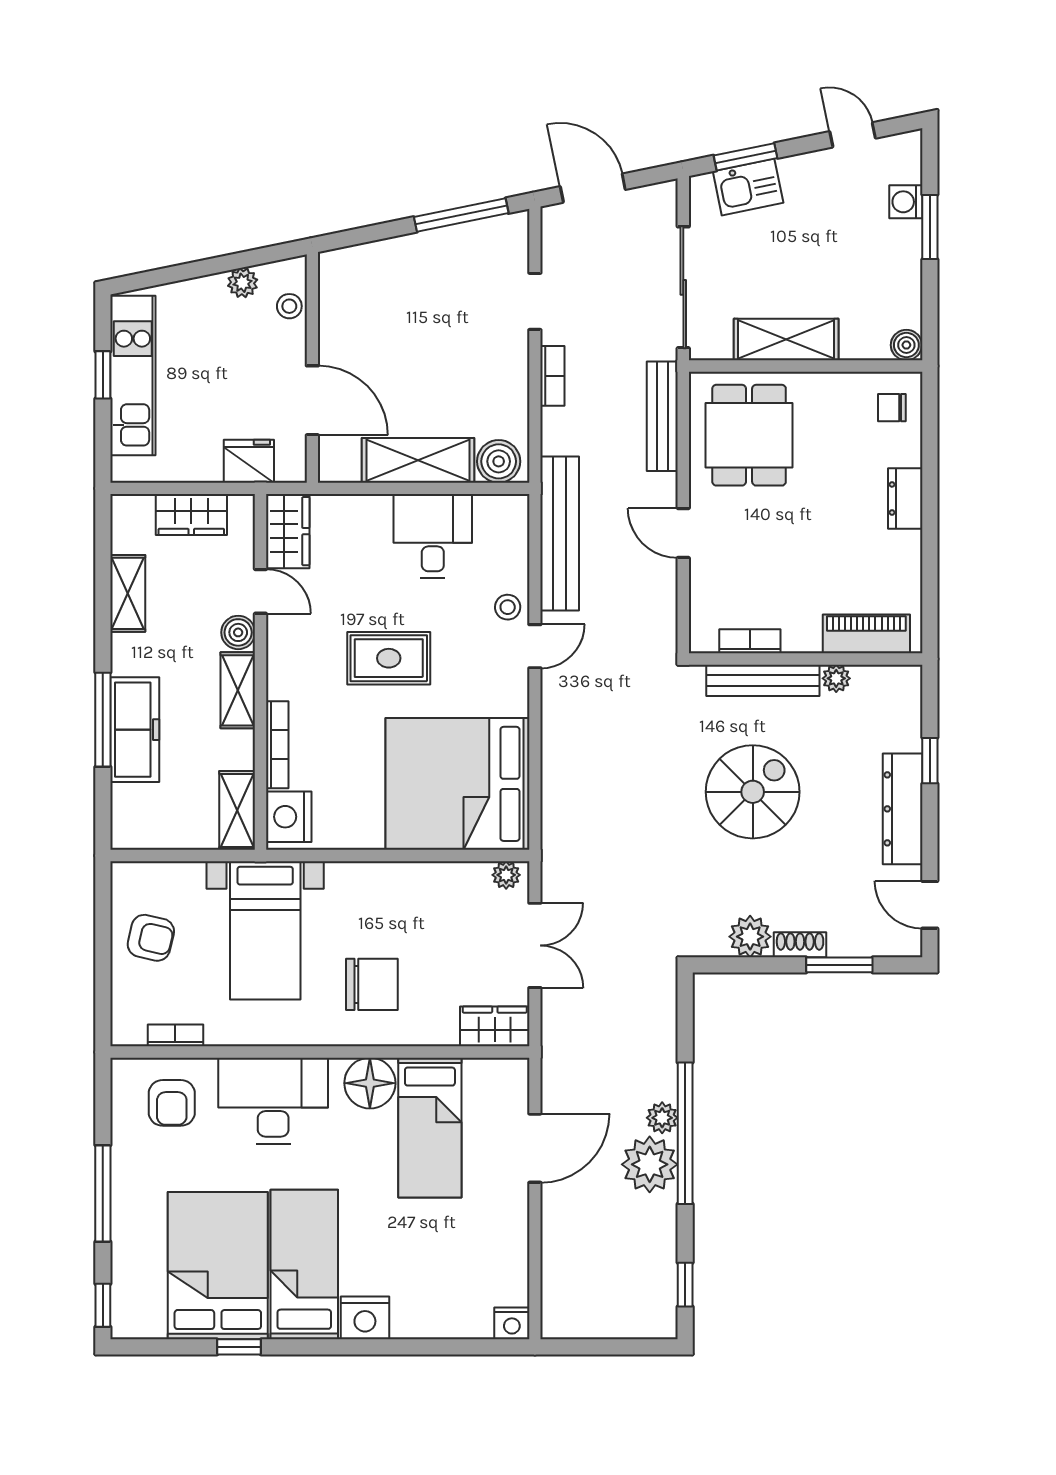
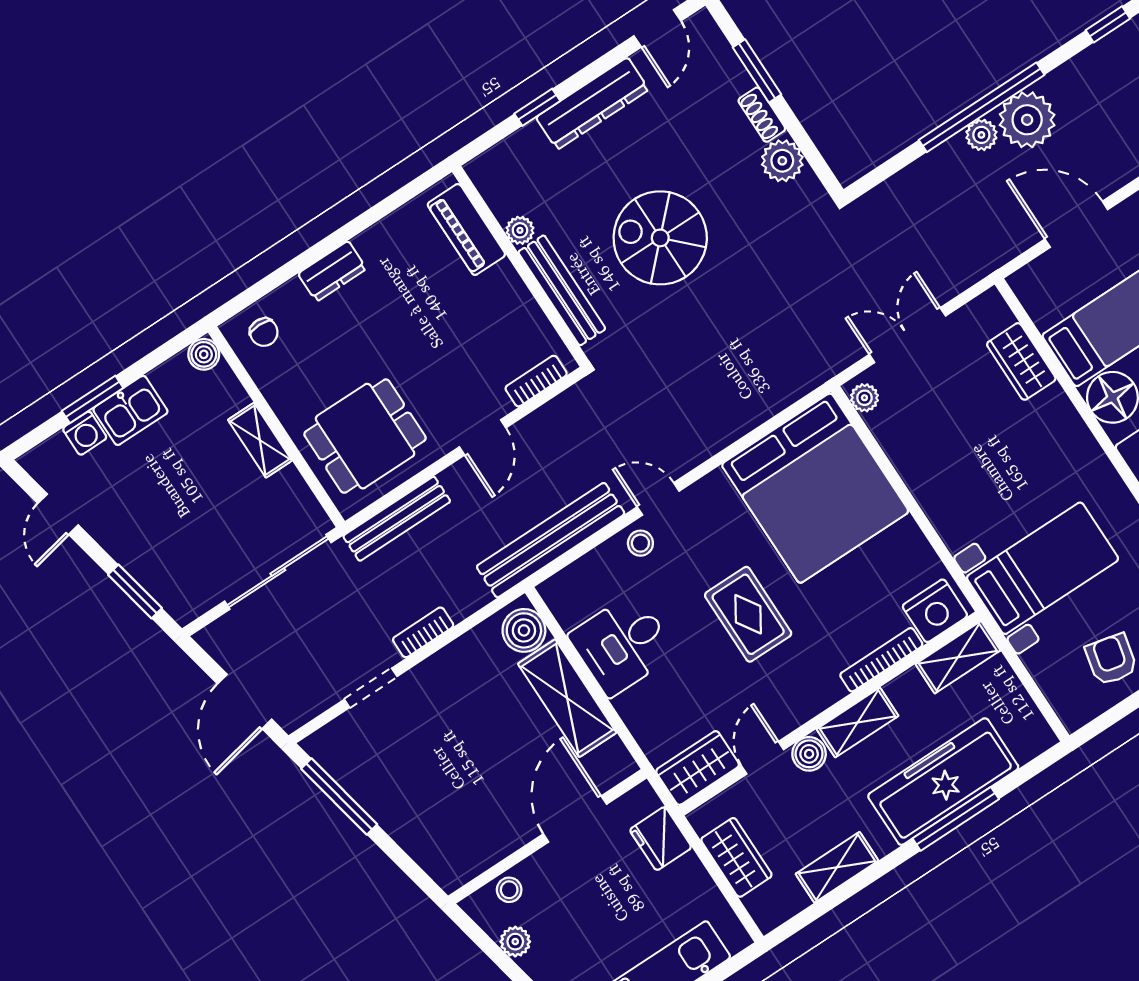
kitchen sink: (748, 187) -> (130, 410), moved, turned 102
shelving: (786, 340) -> (260, 440), width x0.67, depth x0.75
bookcase: (750, 641) -> (536, 381), moved, turned 90
freezer: (135, 730) -> (943, 782), width x1.36, depth x1.26
chair: (372, 984) -> (1029, 450), removed
wardrobe: (495, 1026) -> (1021, 361), moved

